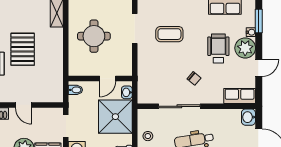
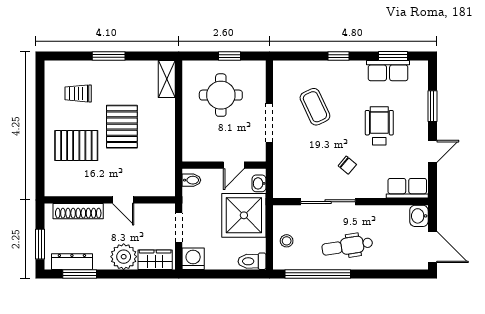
window: (259, 21) -> (432, 106), moved
doorway: (135, 28) -> (269, 123), moved
water cooler: (251, 32) -> (422, 104), removed
coffee table: (169, 34) -> (315, 107), turned 65
round table: (94, 36) -> (221, 95), moved
plant: (245, 48) -> (415, 125), removed

